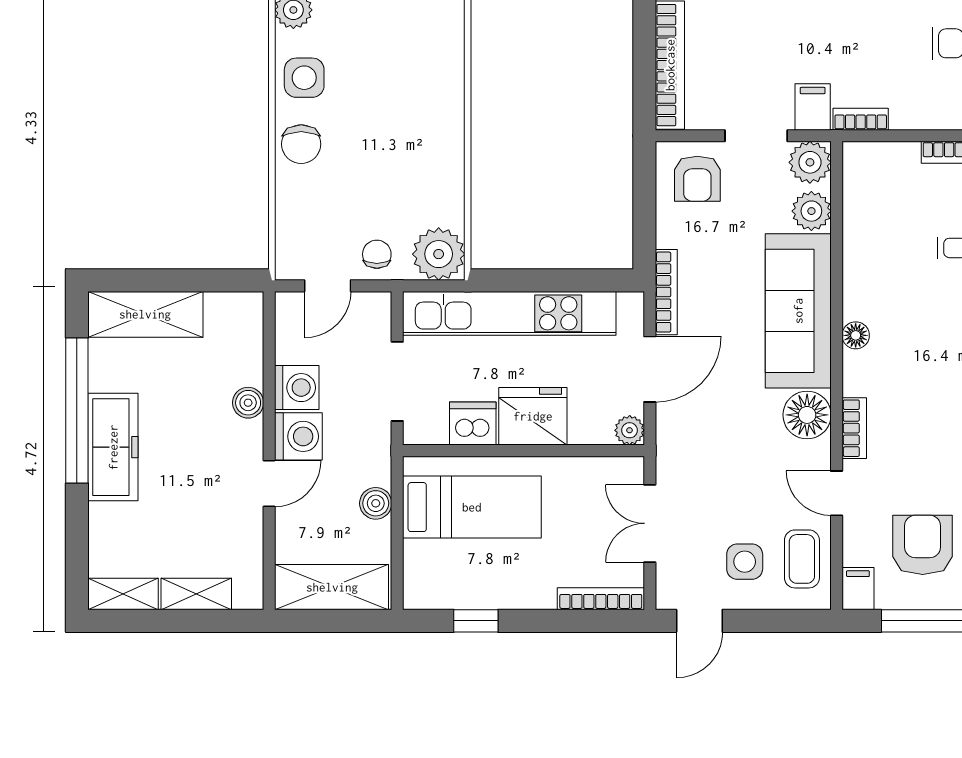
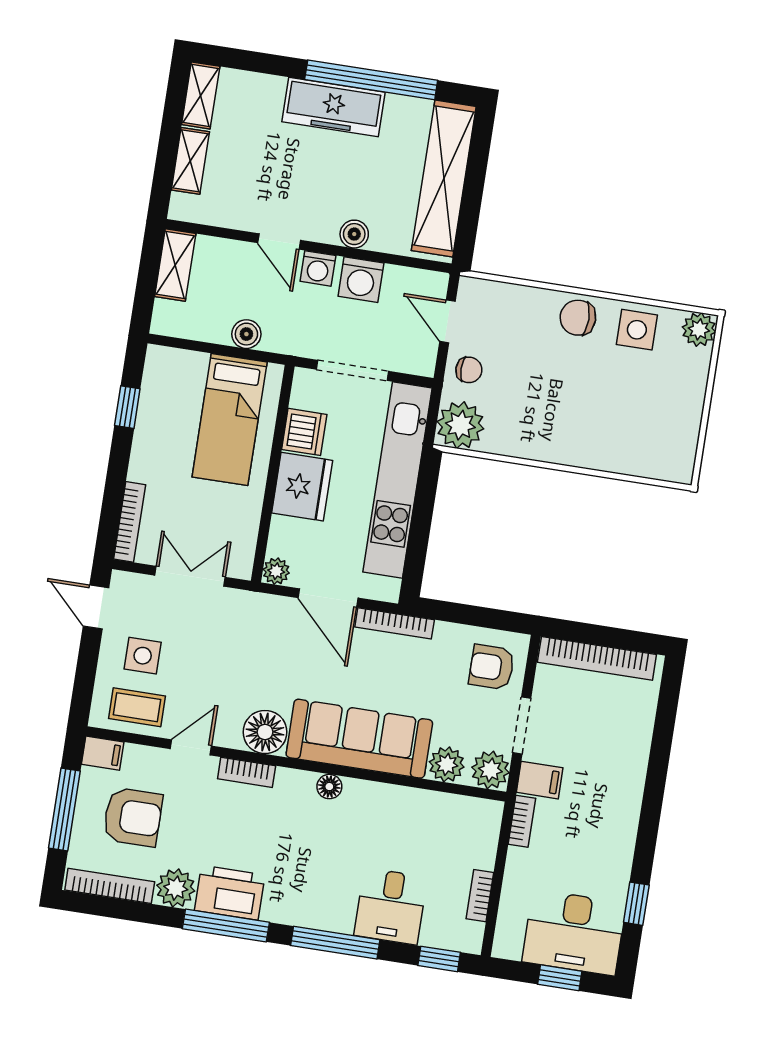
shelving: (145, 314) -> (444, 179), width x1.47
washing machine: (298, 436) -> (318, 268), width x0.73, depth x0.73
shelving: (332, 587) -> (175, 265), width x0.67, depth x0.75

